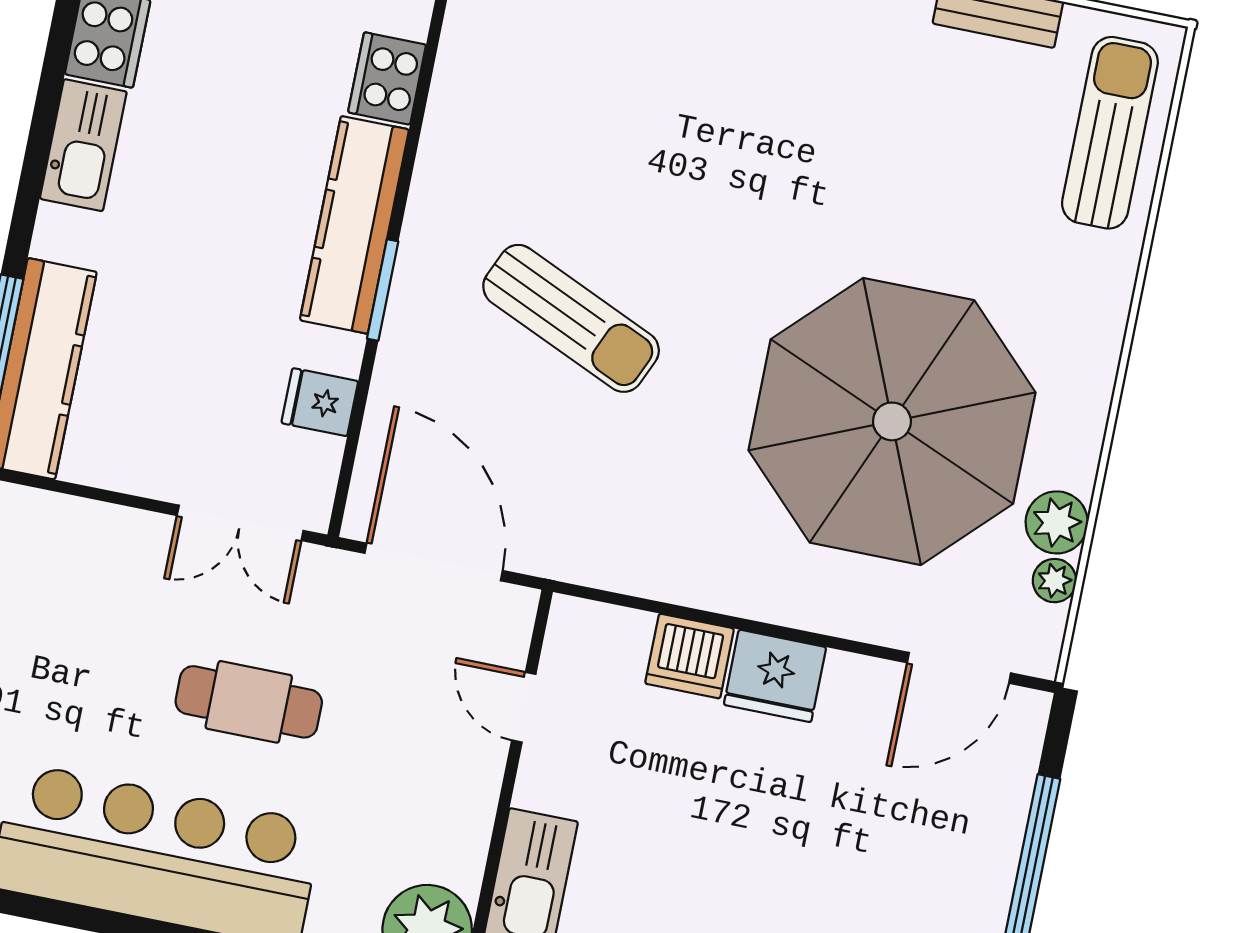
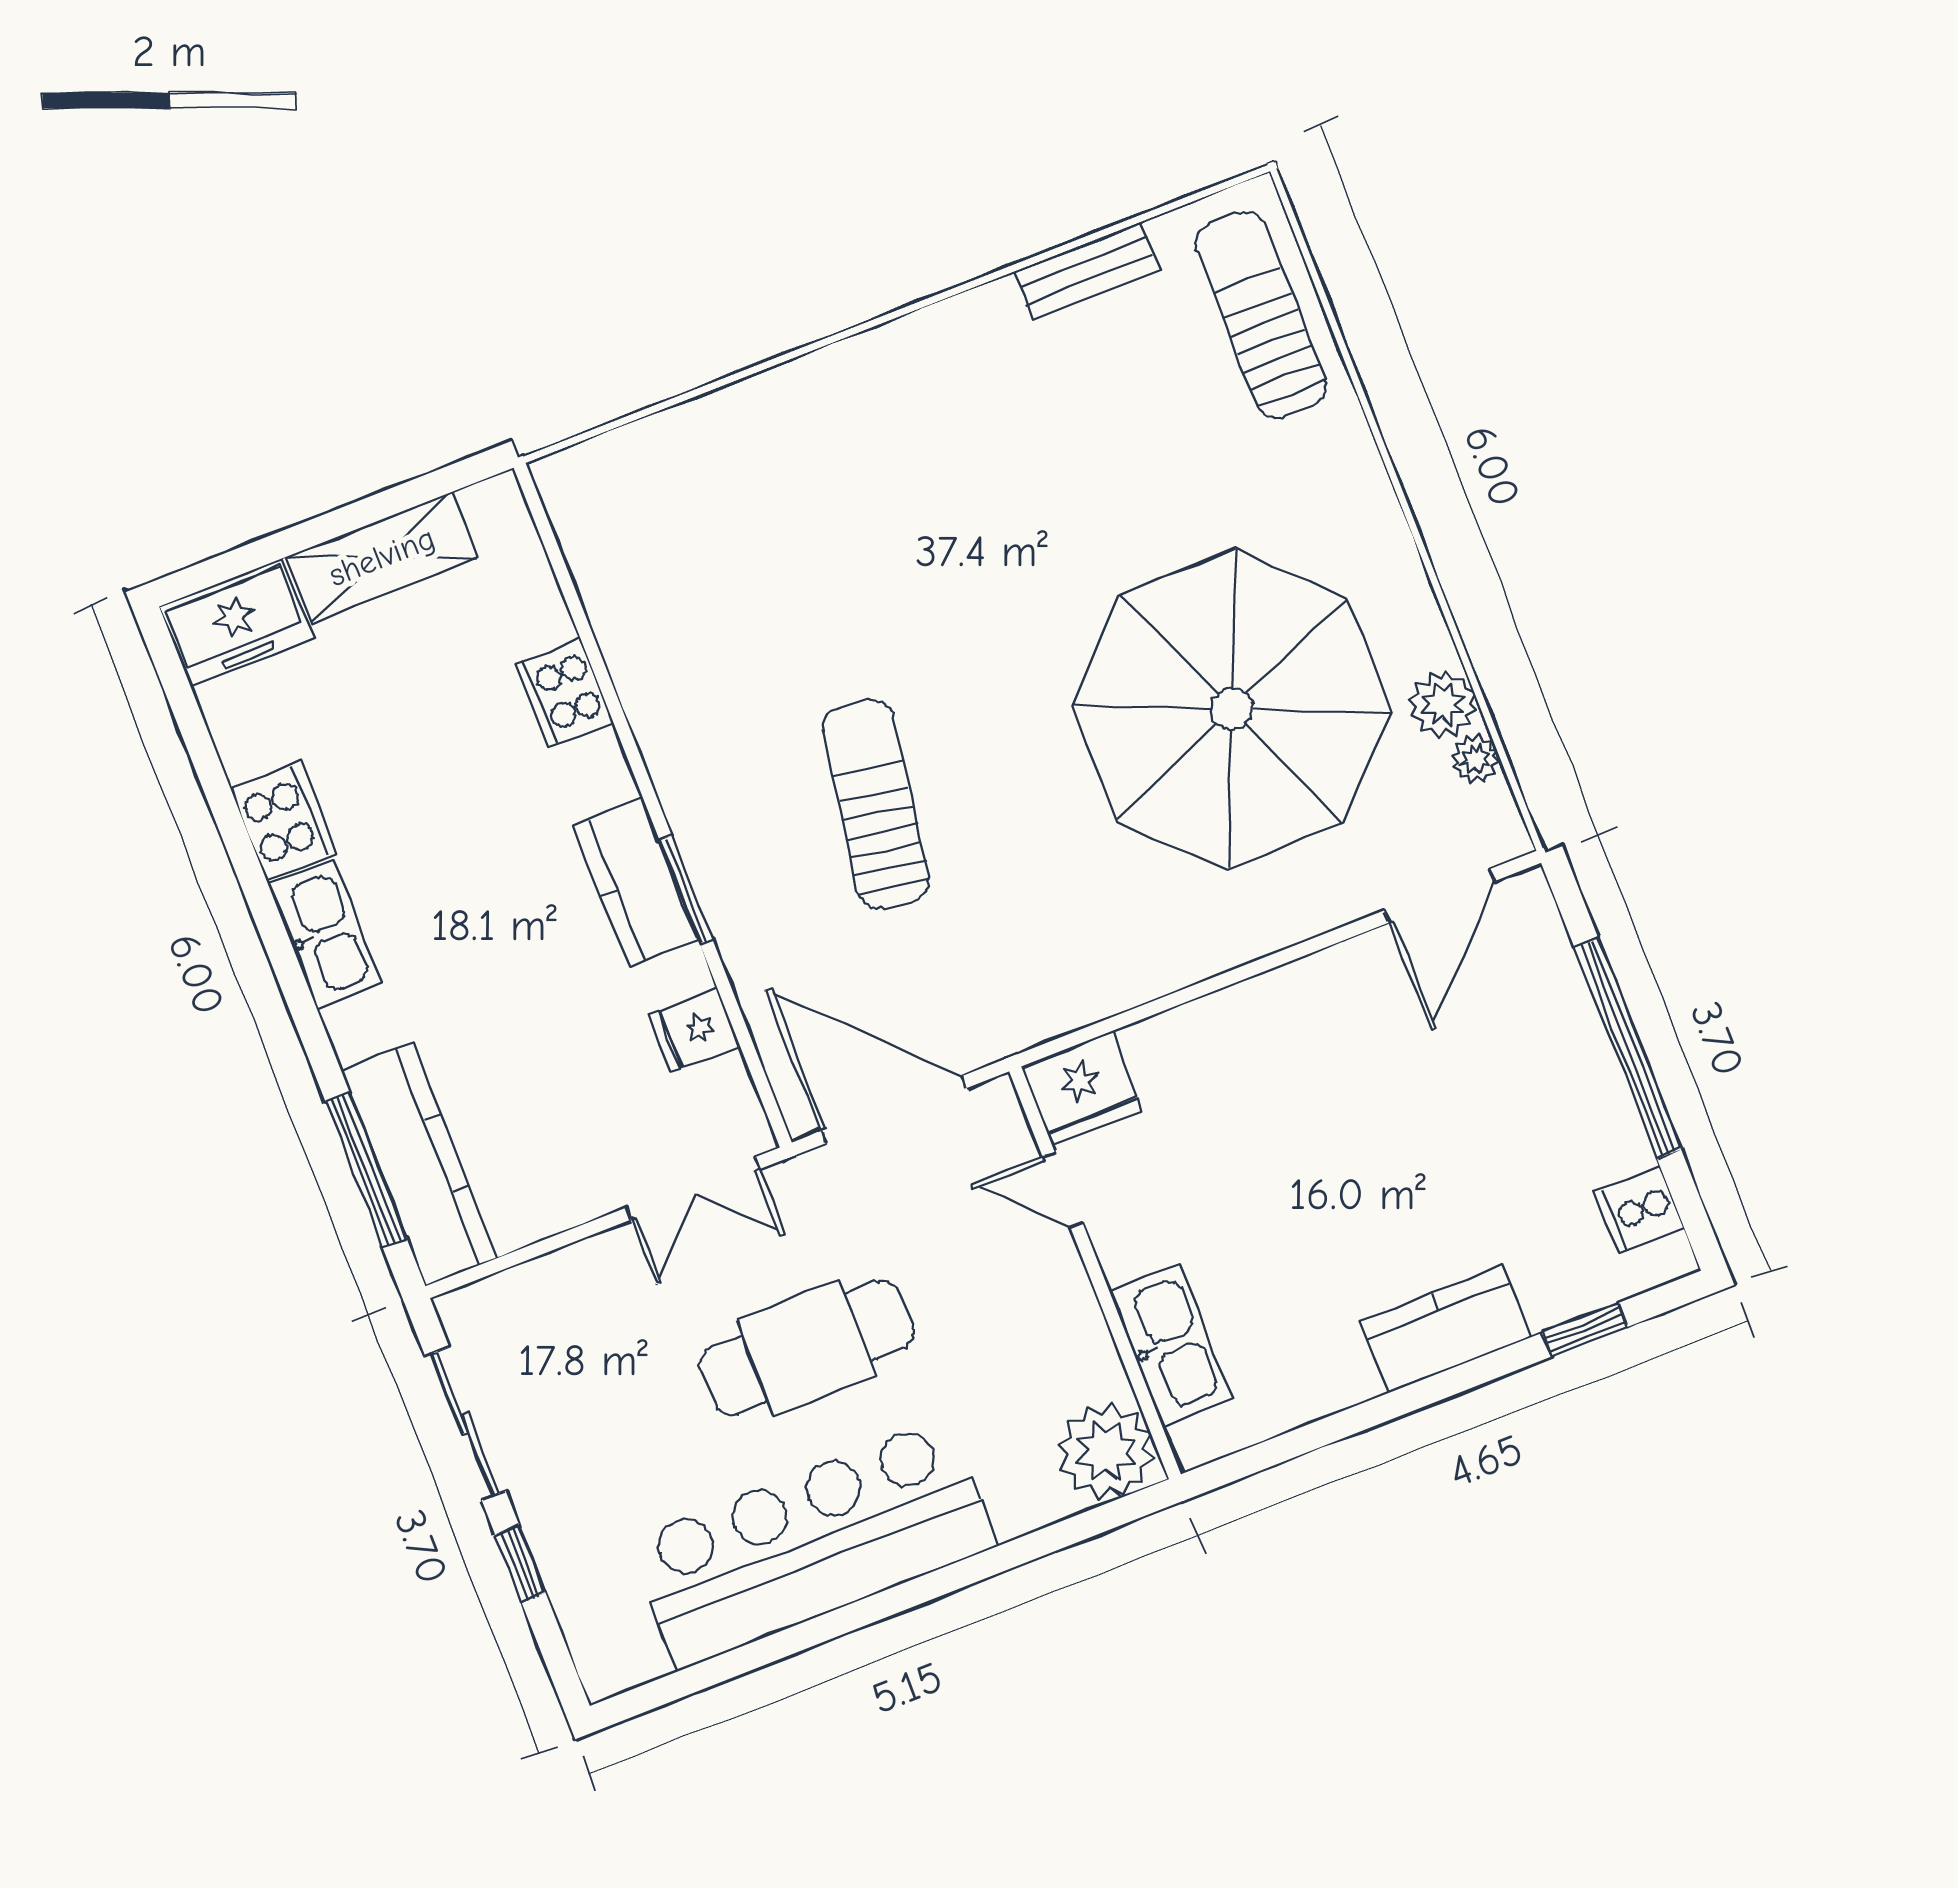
kitchen counter: (354, 225) -> (635, 882), width x0.67
sun lounger: (571, 318) -> (876, 804), turned -105
dishwasher: (690, 656) -> (1185, 1045), removed
fridge: (775, 676) -> (1082, 1088), moved
cafe table: (249, 702) -> (807, 1348), width x1.37, depth x1.35

